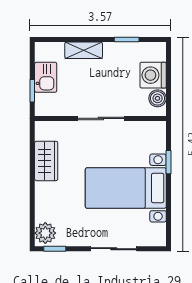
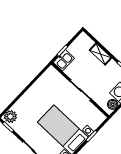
kitchen sink: (46, 77) -> (64, 60), moved
wardrobe: (46, 161) -> (40, 86), removed

